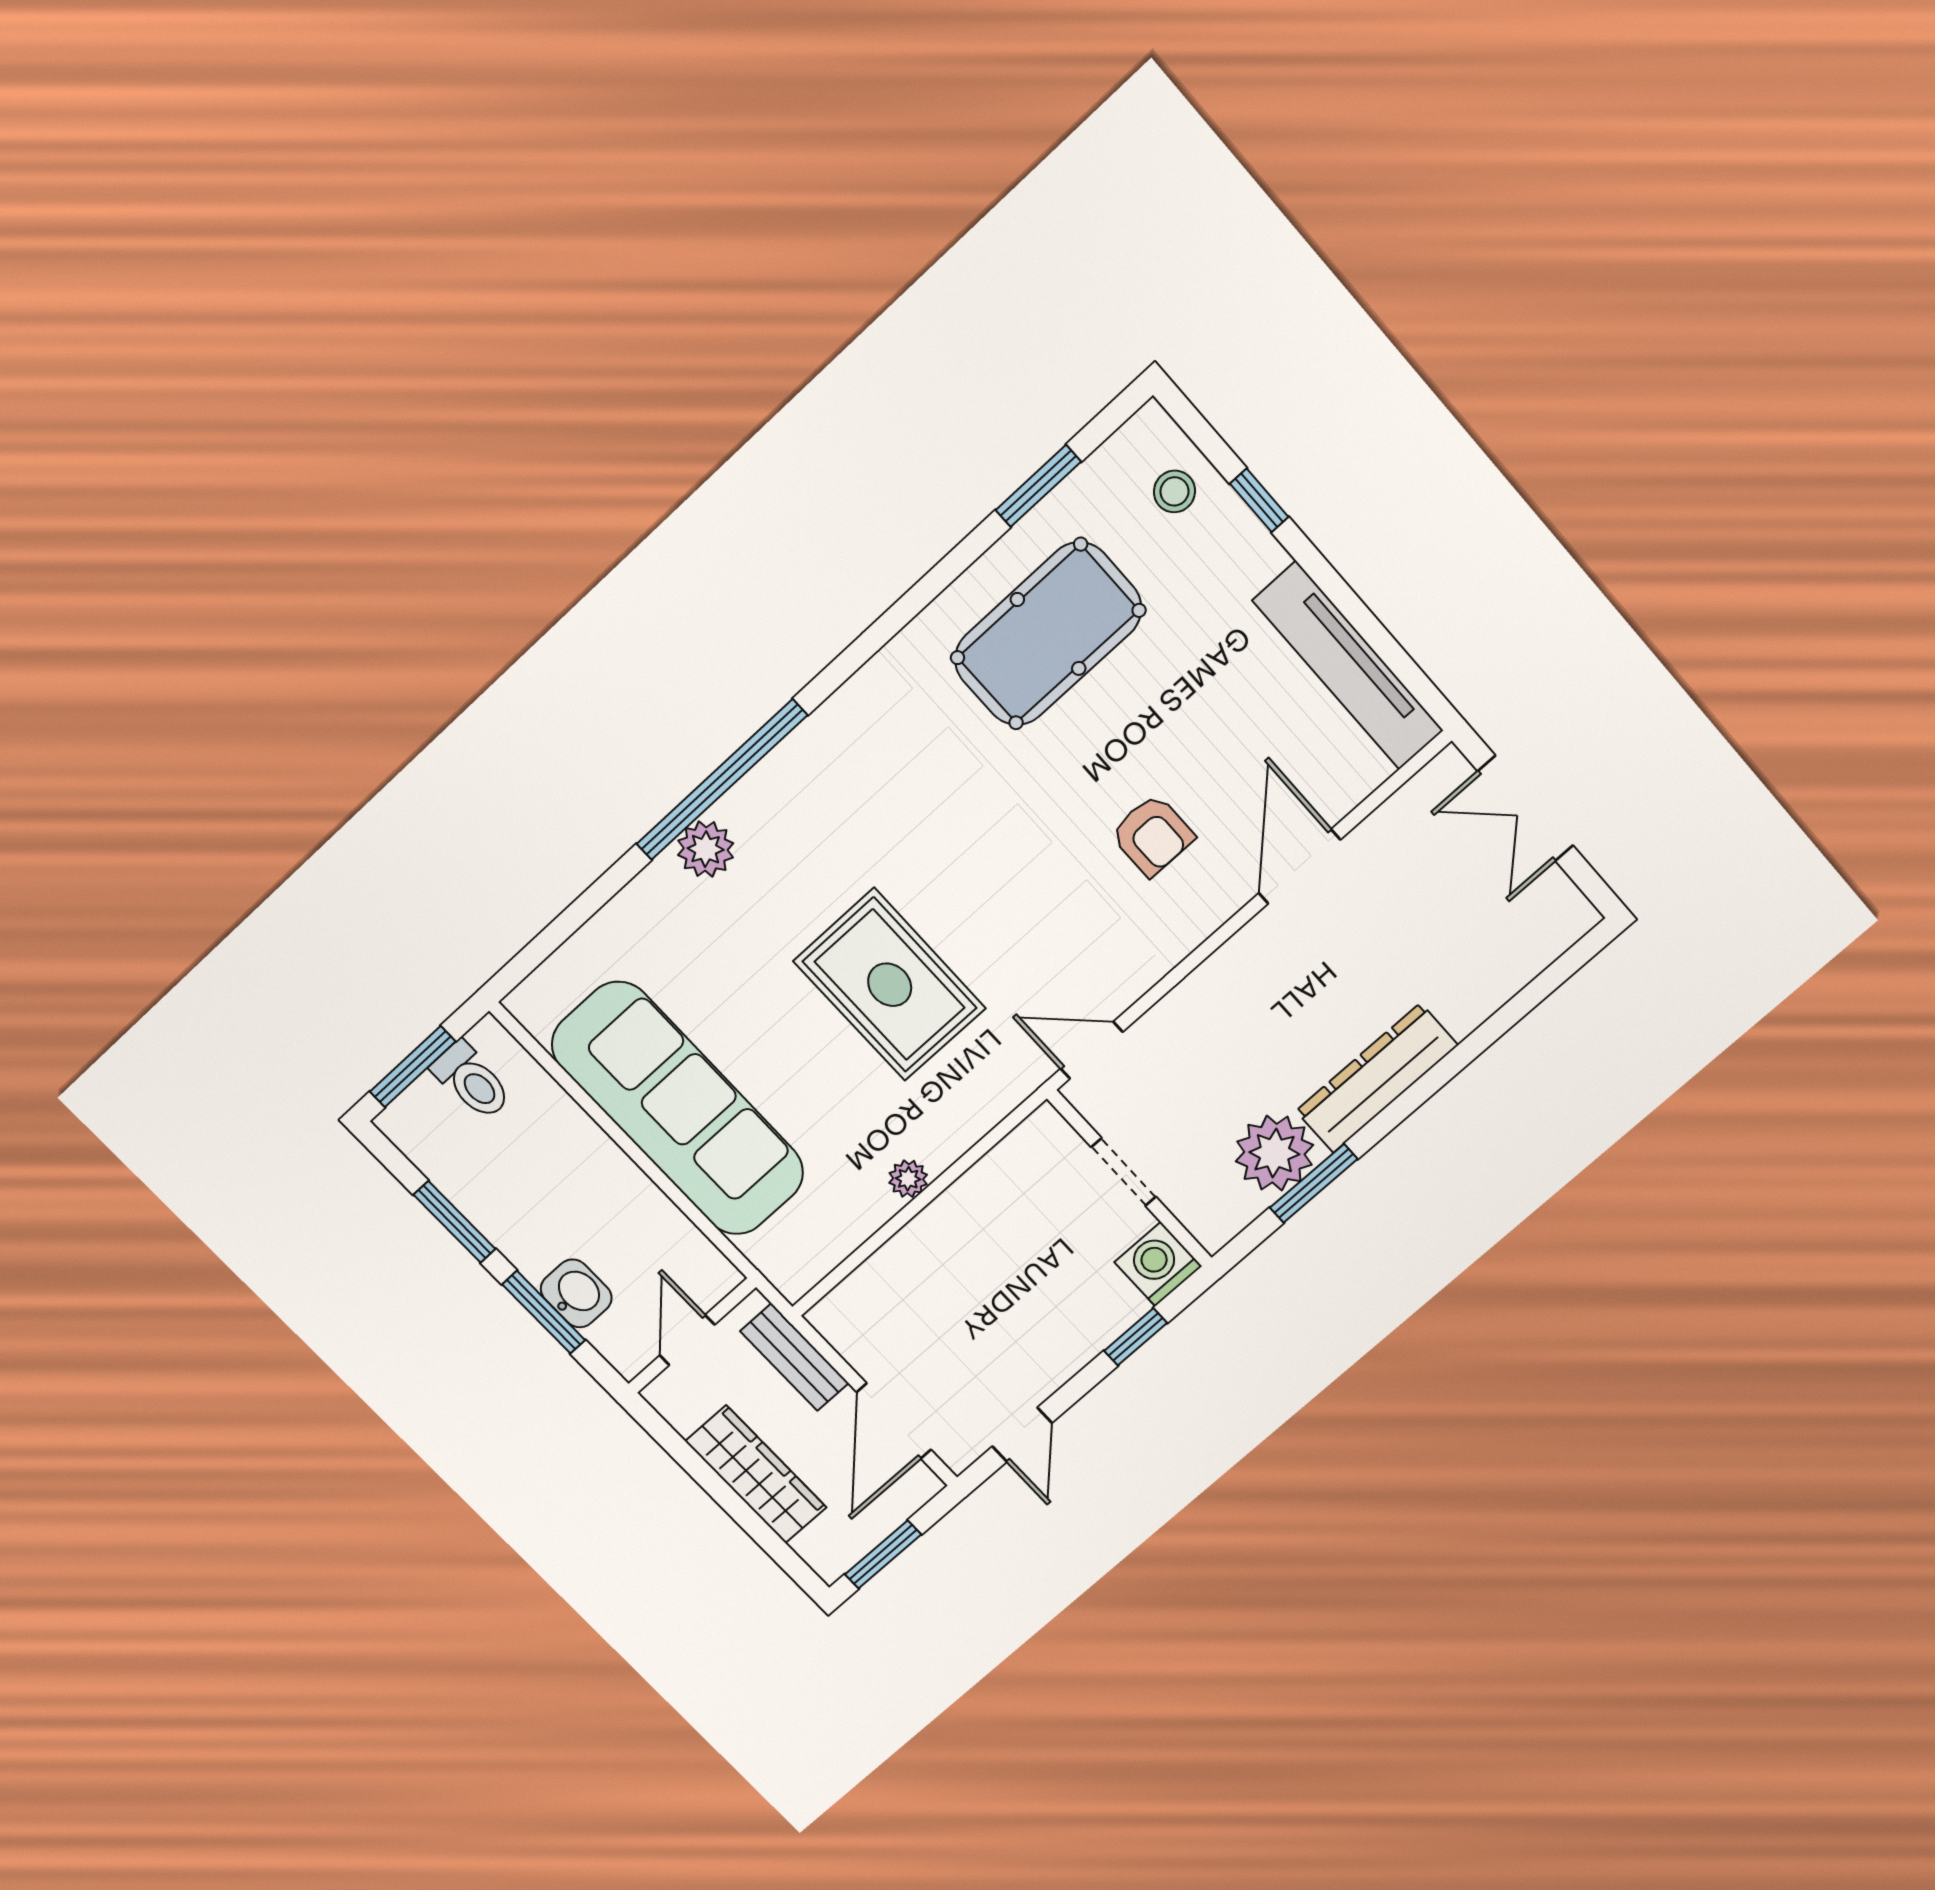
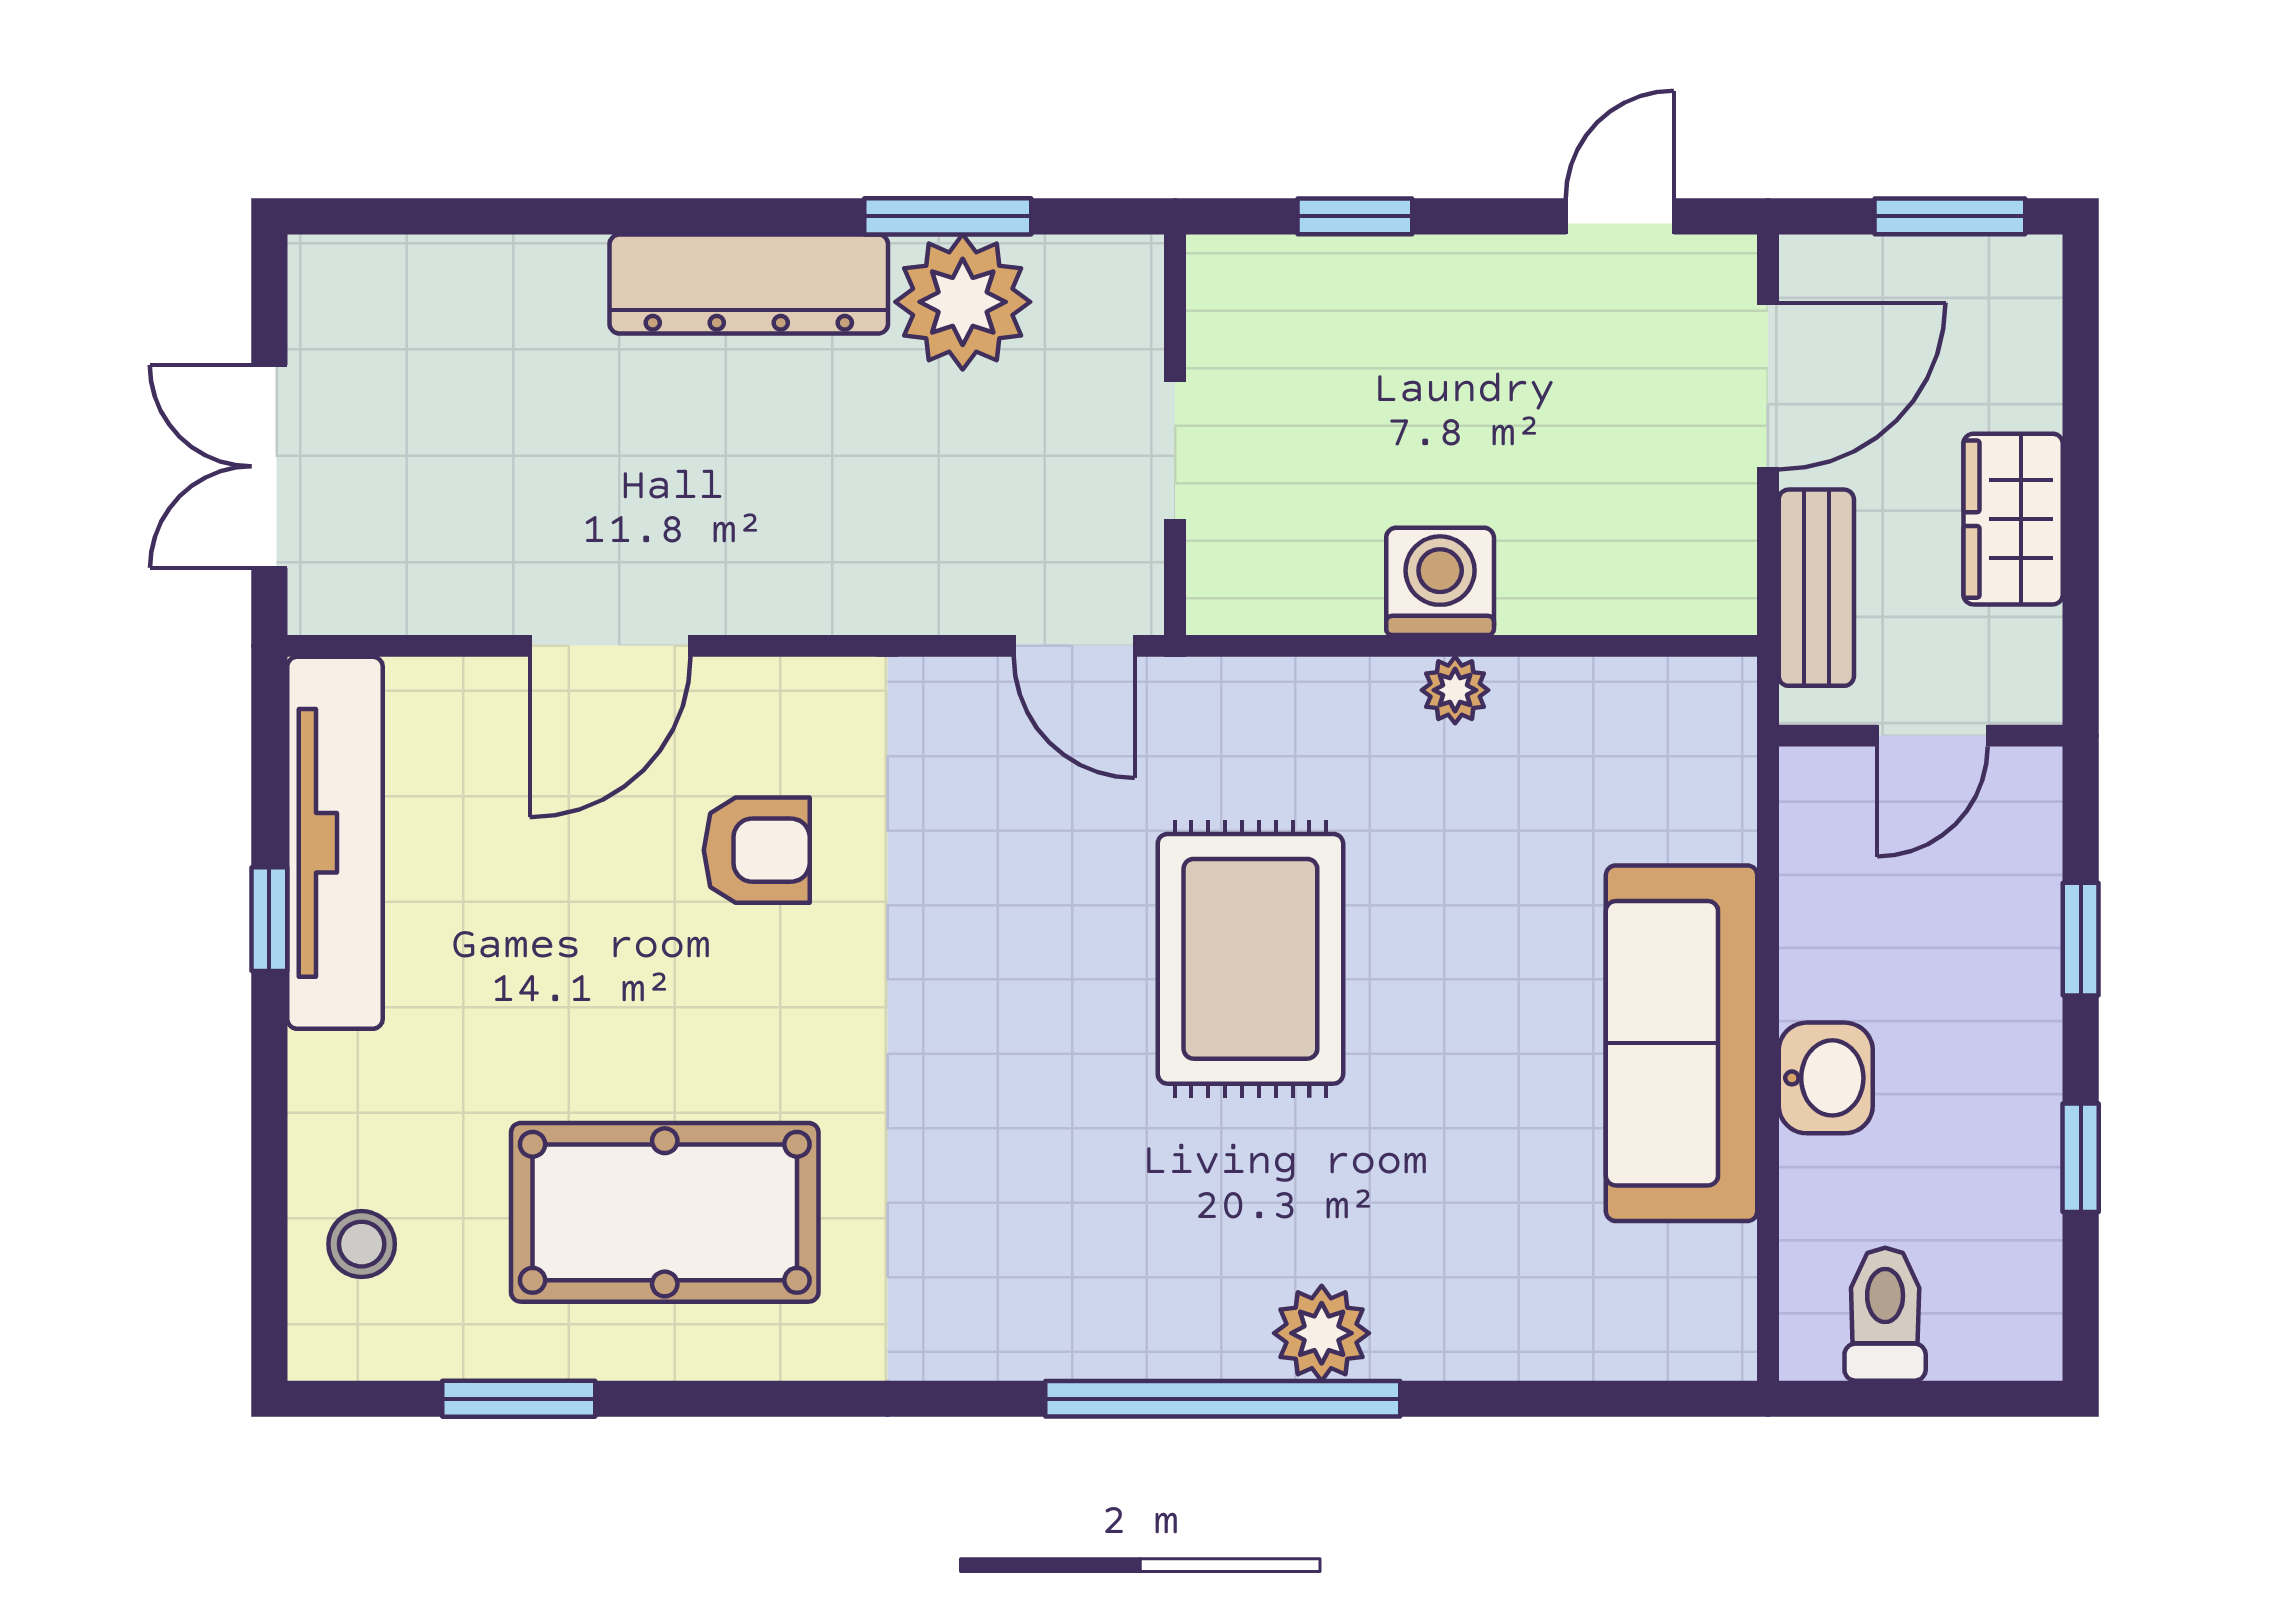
window: (1259, 500) -> (269, 919), moved
double door: (1525, 808) -> (269, 466), swing flipped
armchair: (1152, 835) -> (757, 850), turned 90
window: (413, 1067) -> (1942, 1399), removed
sofa: (678, 1109) -> (1682, 1043), width x0.74, depth x0.79
window: (455, 1222) -> (2081, 1158), width x0.67
washing machine: (1158, 1264) -> (1440, 581), moved, turned 180
washbasin: (576, 1293) -> (1826, 1078), moved, turned 180
window: (544, 1312) -> (2081, 939), width x0.67
wardrobe: (756, 1474) -> (2013, 519), width x0.67

